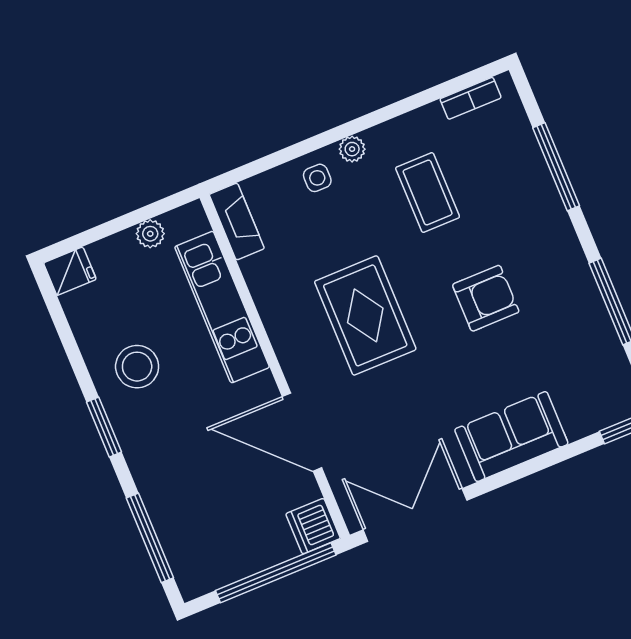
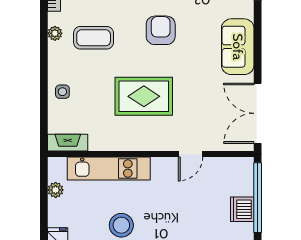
plant: (352, 149) -> (55, 33), moved
door: (302, 432) -> (191, 154), width x0.53
dishwasher: (313, 526) -> (242, 209), moved, turned 90

